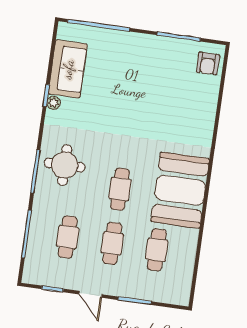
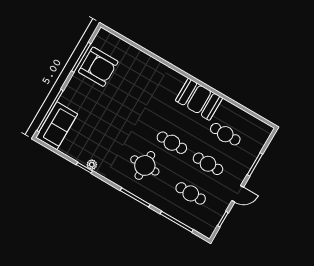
armchair: (208, 63) -> (98, 67), moved, width x1.88, depth x1.88
sofa: (68, 69) -> (57, 126), moved, turned 90
round table: (65, 165) -> (145, 165), moved
booth: (180, 190) -> (199, 99), width x0.73, depth x0.70

